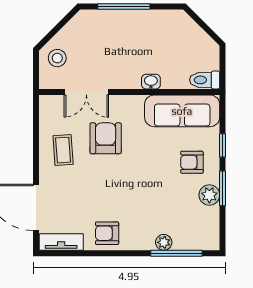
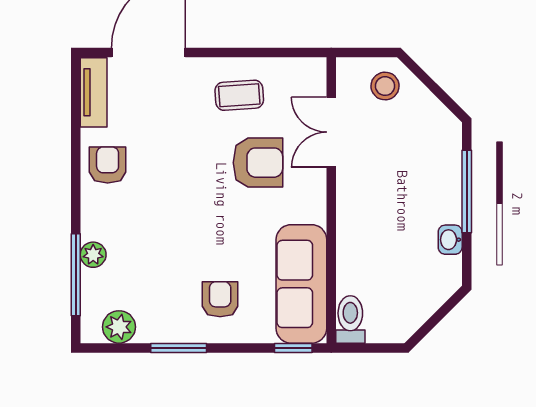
washbasin: (151, 82) -> (450, 240), moved, turned 180
window: (223, 145) -> (293, 348), moved
plant: (209, 195) -> (119, 327), moved

